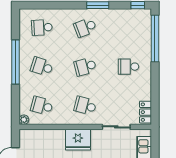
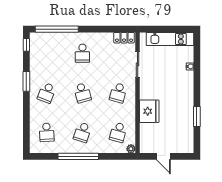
school desk: (85, 27) -> (47, 93), turned 42
fridge: (78, 140) -> (149, 111), moved

